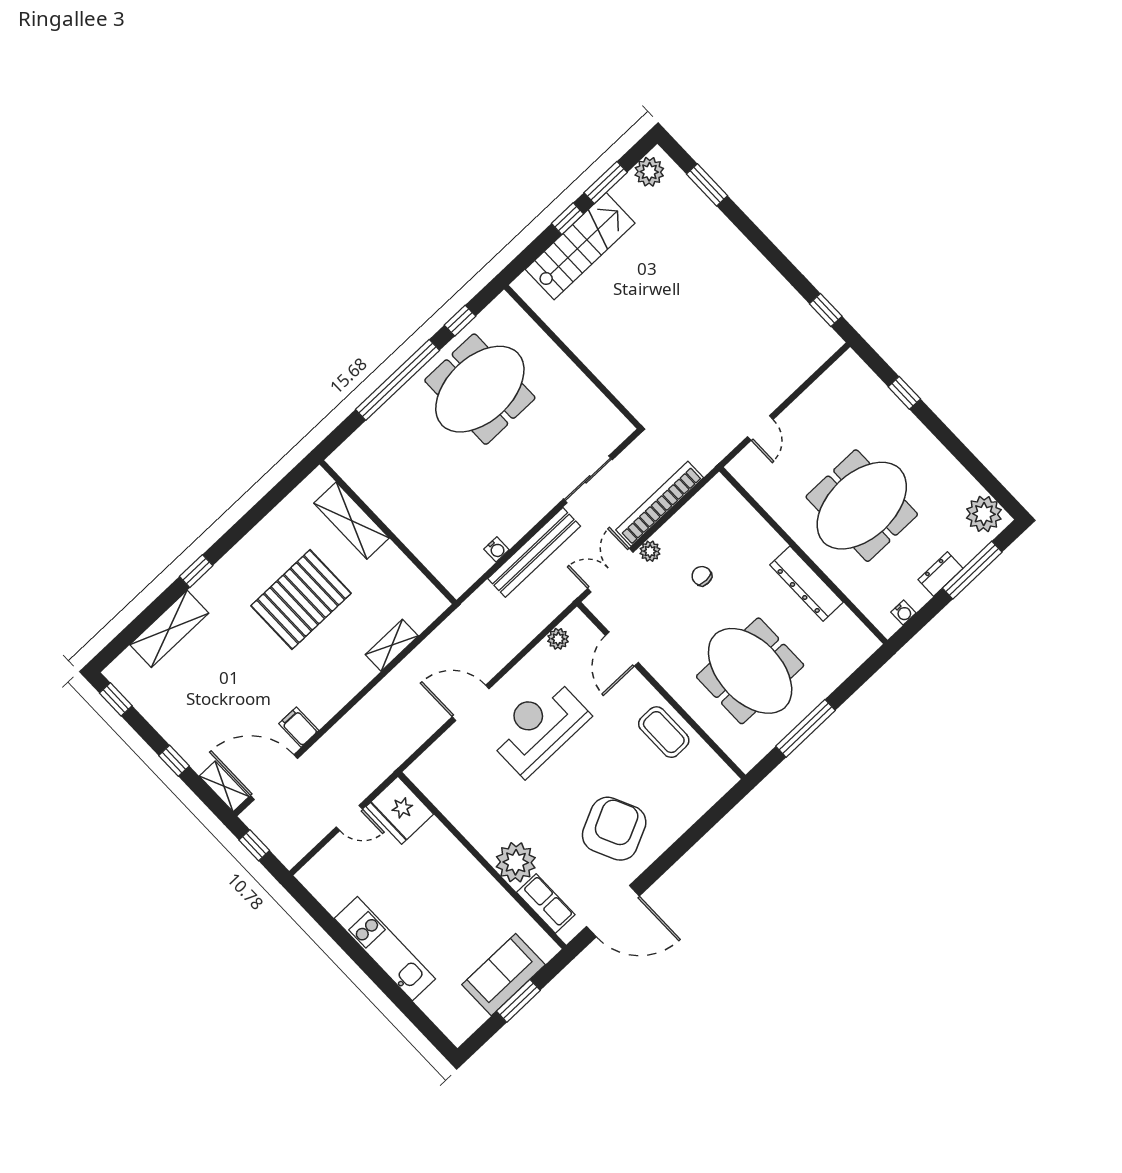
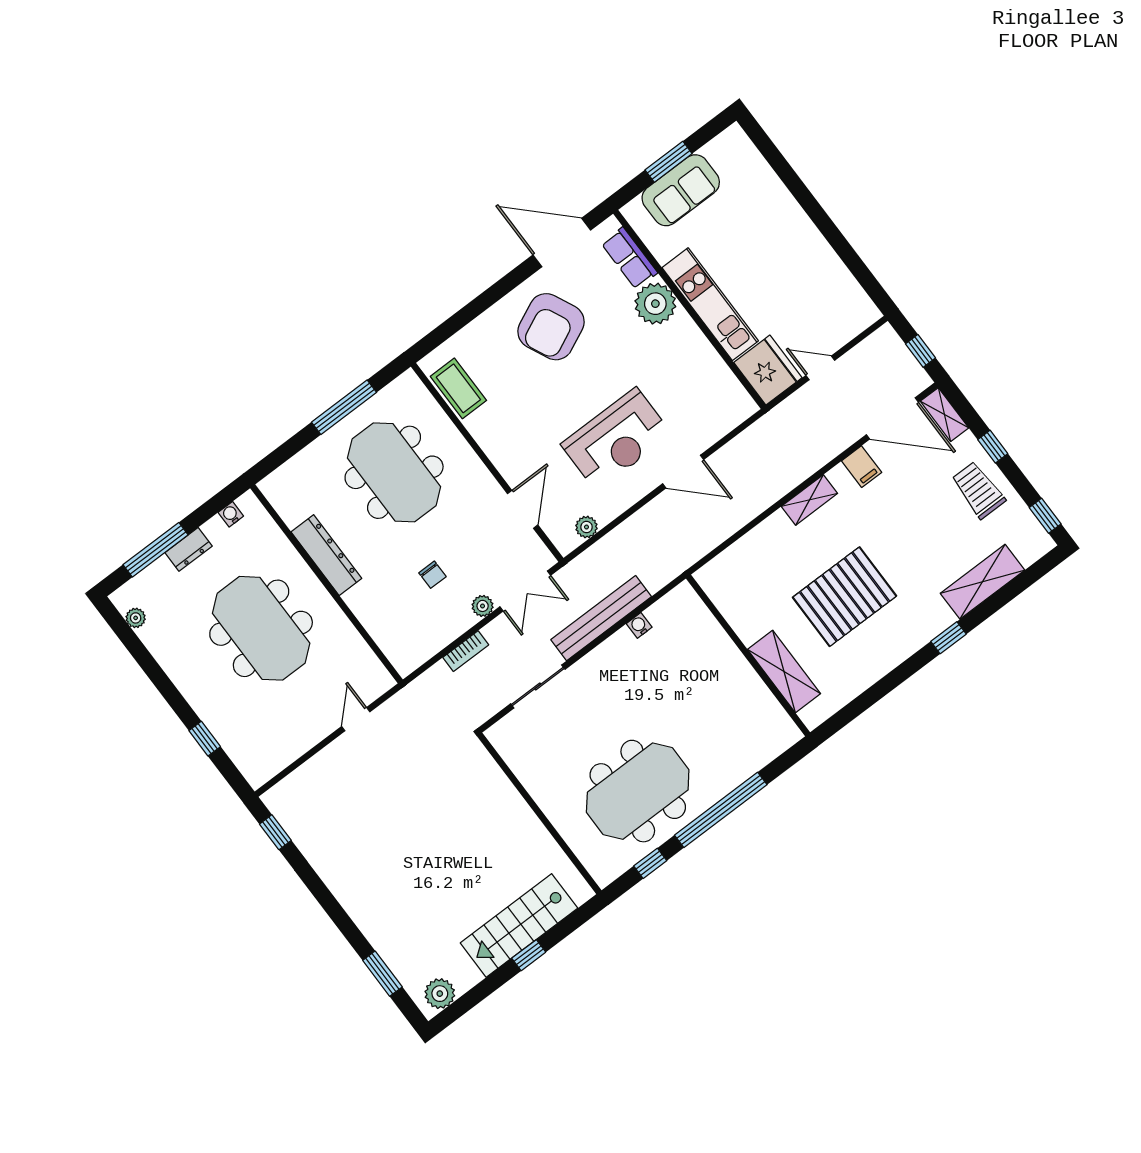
window: (606, 183) -> (486, 988), removed
bookcase: (660, 504) -> (466, 651), width x0.43, depth x0.76
meeting table: (862, 506) -> (261, 628), turned 90
plant: (984, 514) -> (136, 618), width x0.53, depth x0.53
shelving: (392, 645) -> (809, 500), moved
trolley: (183, 717) -> (978, 490), added
coffee table: (664, 732) -> (458, 388), moved
kitchen unit: (385, 949) -> (710, 304), moved, turned 180

